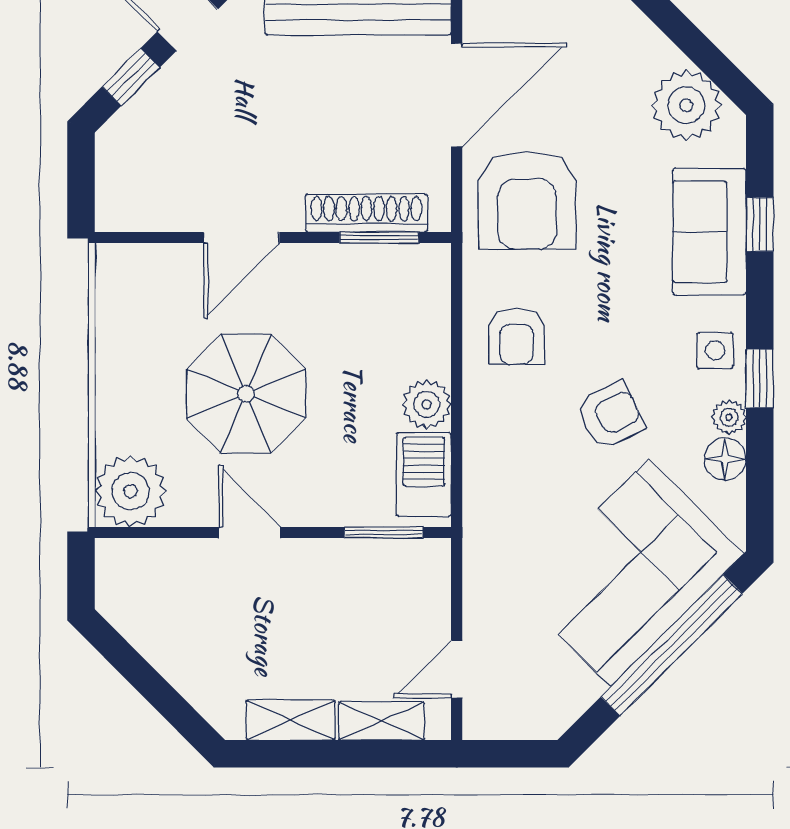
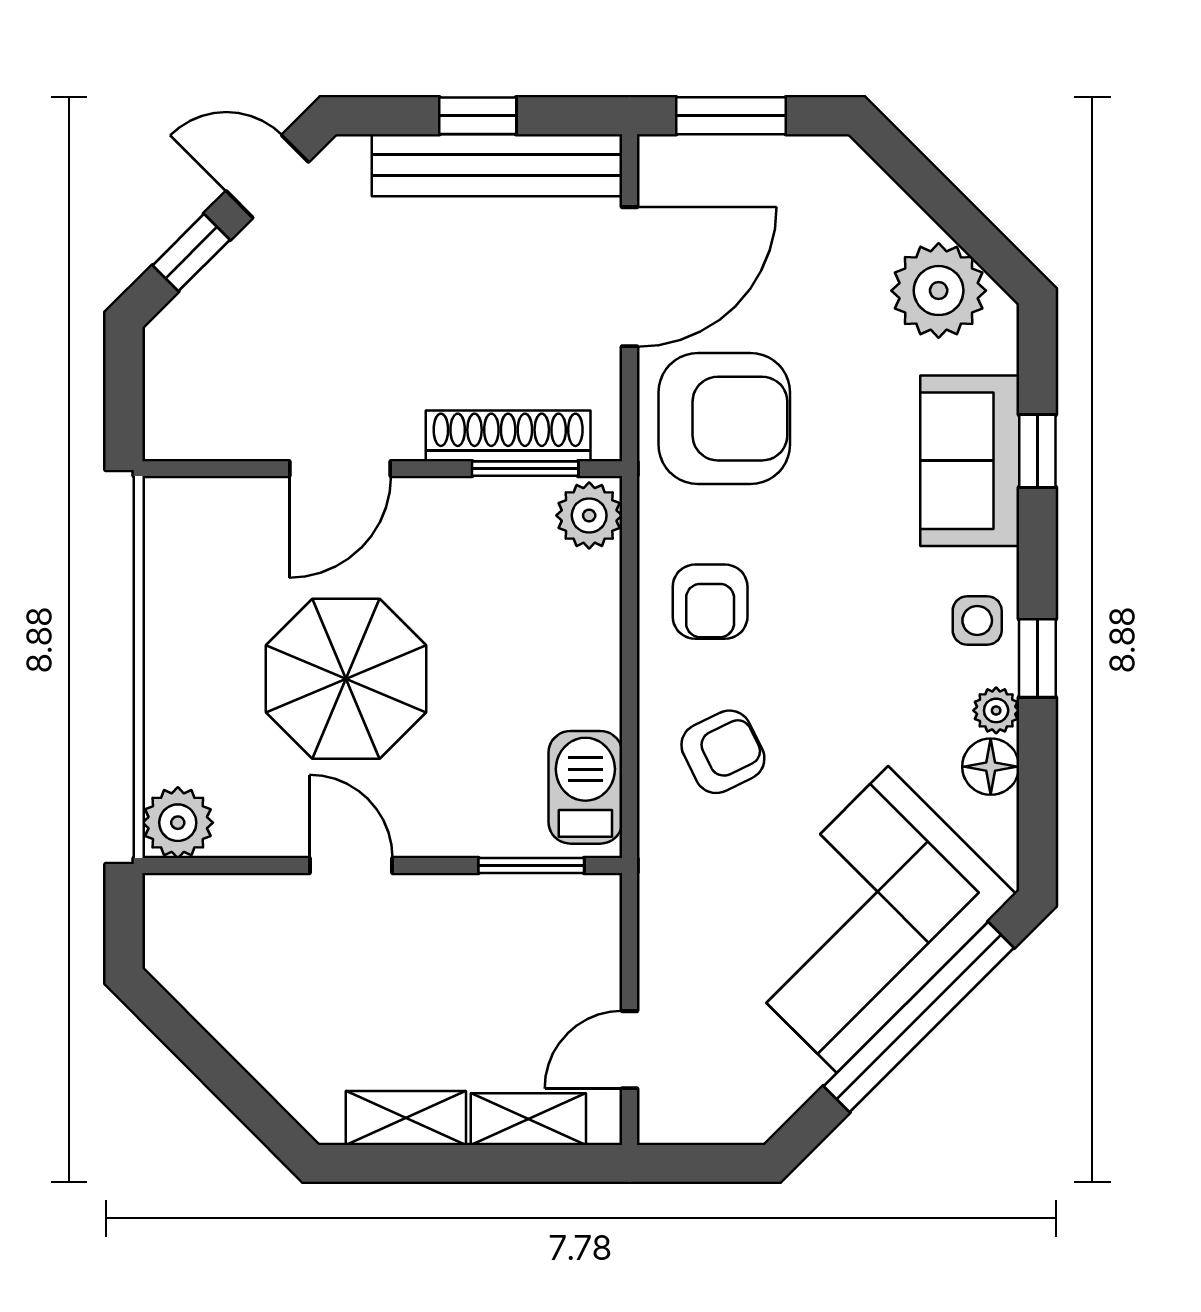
armchair: (527, 200) -> (724, 419), turned -90
plant: (427, 404) -> (589, 515), moved
armchair: (610, 416) -> (723, 752), moved
plant: (131, 491) -> (178, 823), width x0.73, depth x0.73

